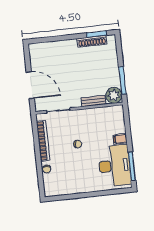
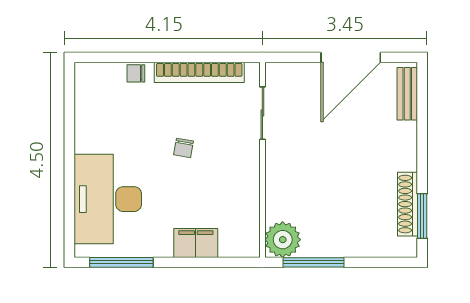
door: (30, 85) -> (351, 57), moved
bench: (94, 101) -> (407, 94), moved
filing cabinet: (120, 139) -> (196, 243), width x2.00
desk: (114, 166) -> (108, 199), moved, turned 90

